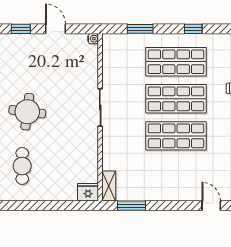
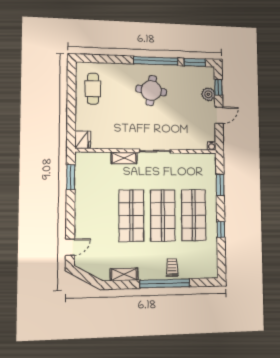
plant: (30, 42) -> (208, 94), added
cafe table: (22, 166) -> (93, 89), moved, turned 90
shelving: (109, 186) -> (124, 158), moved

